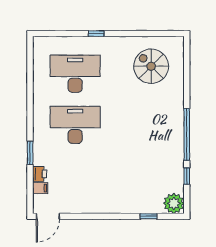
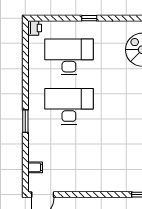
window: (30, 153) -> (25, 121), moved
printer: (40, 174) -> (35, 28), moved

